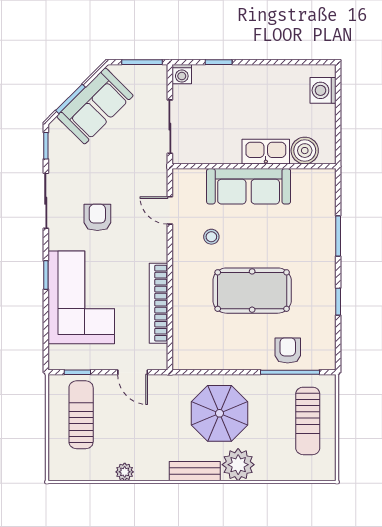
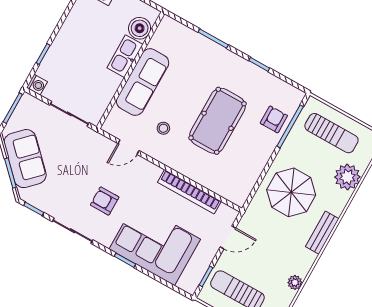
armchair: (288, 350) -> (274, 119), turned 90
plant: (238, 465) -> (347, 177), moved

